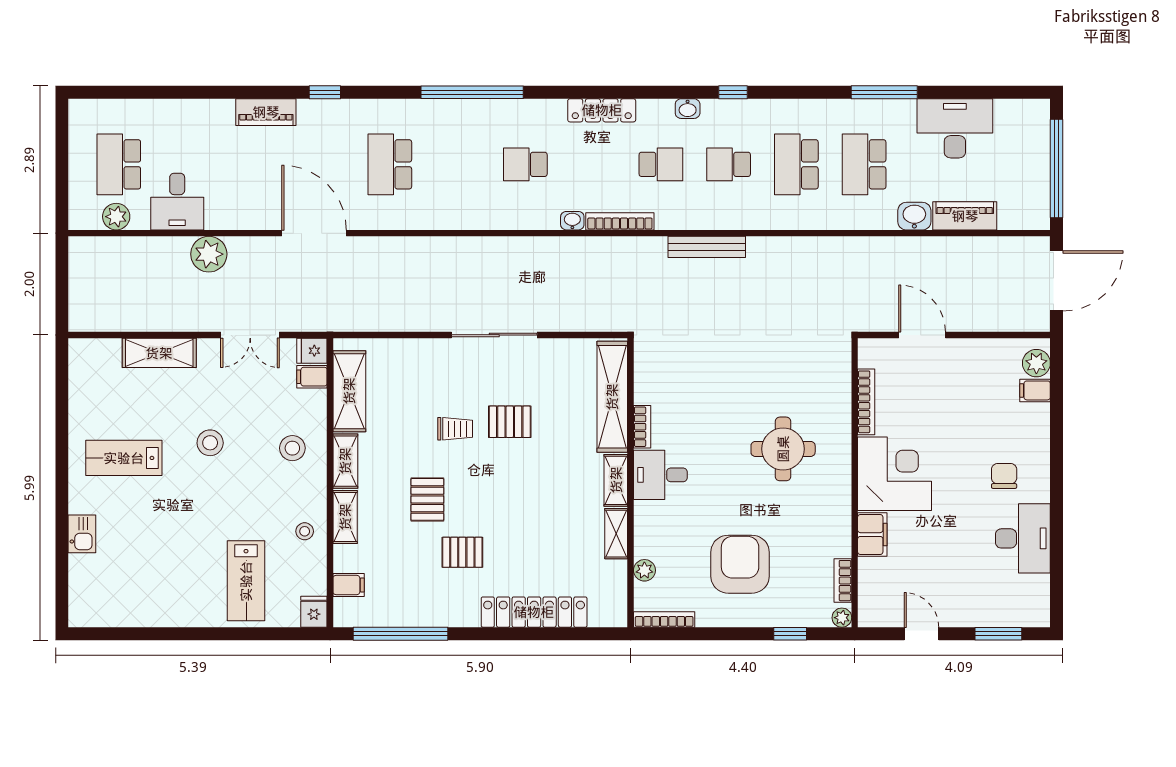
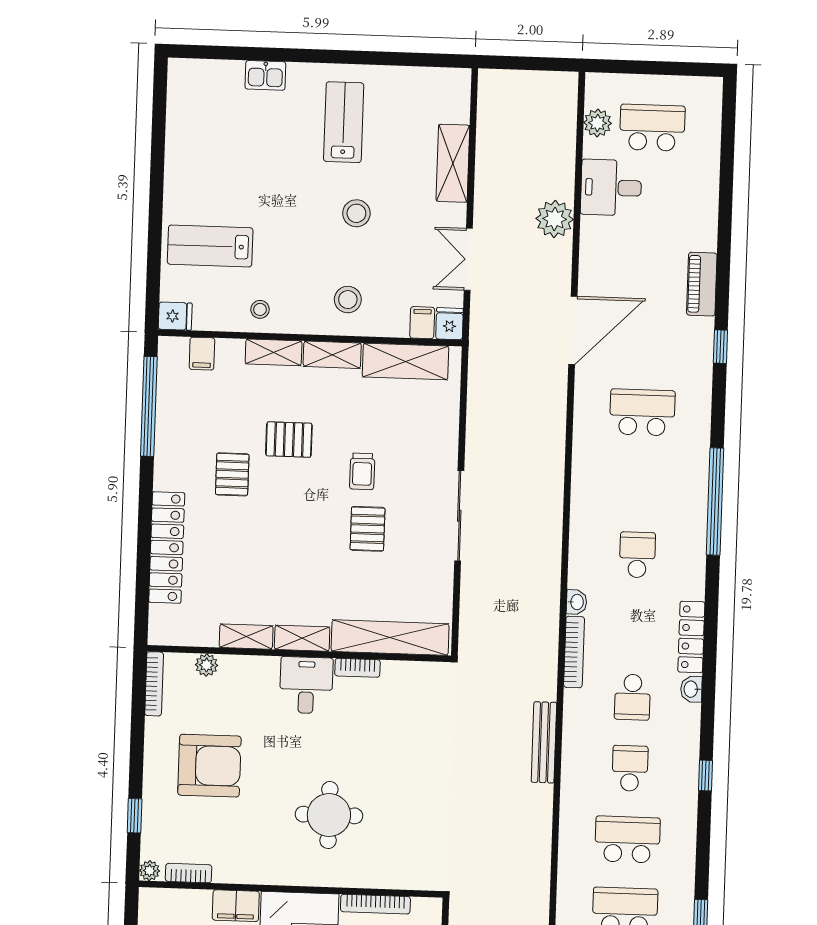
washbasin: (688, 109) -> (691, 689), moved

